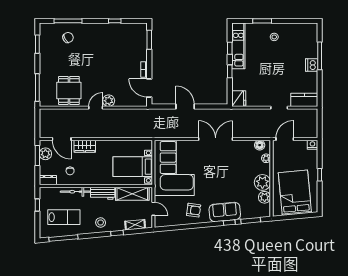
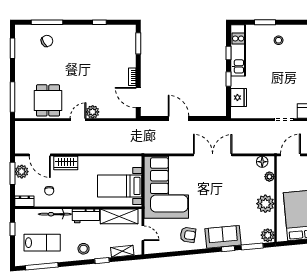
fridge: (239, 99) -> (239, 98), moved
plant: (265, 197) -> (268, 235), moved

